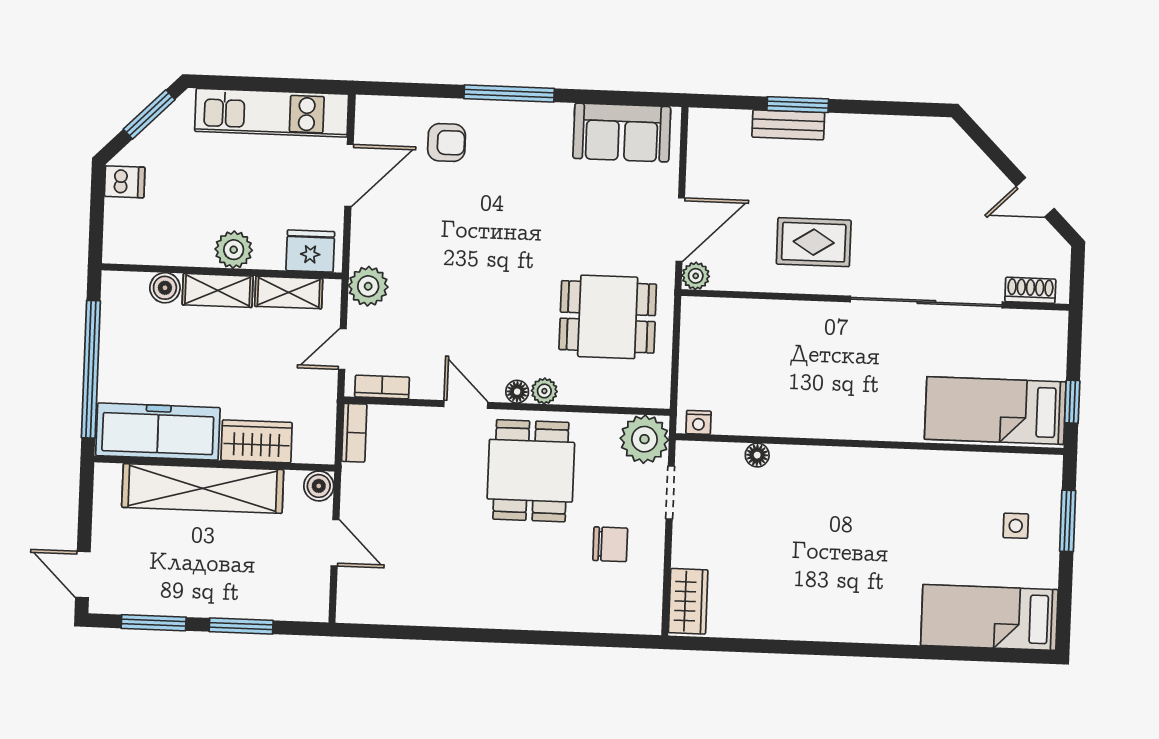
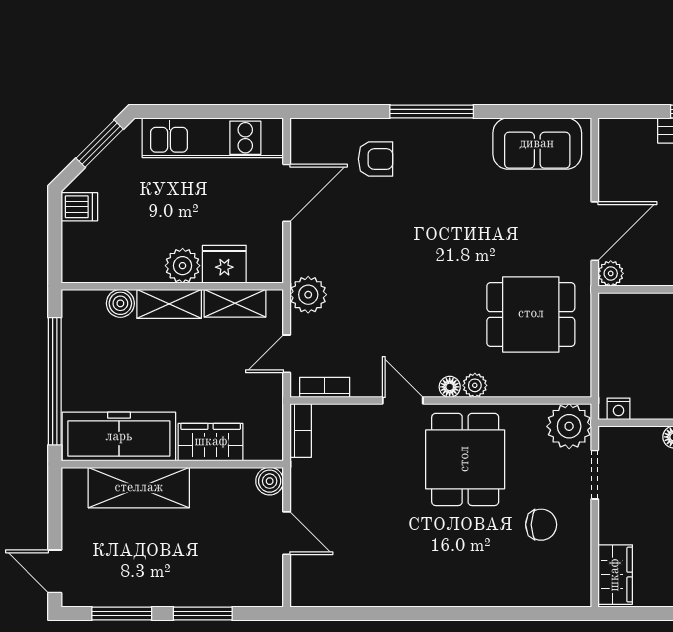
fridge: (310, 251) -> (224, 264), moved
shelving: (203, 488) -> (139, 488), width x0.68

